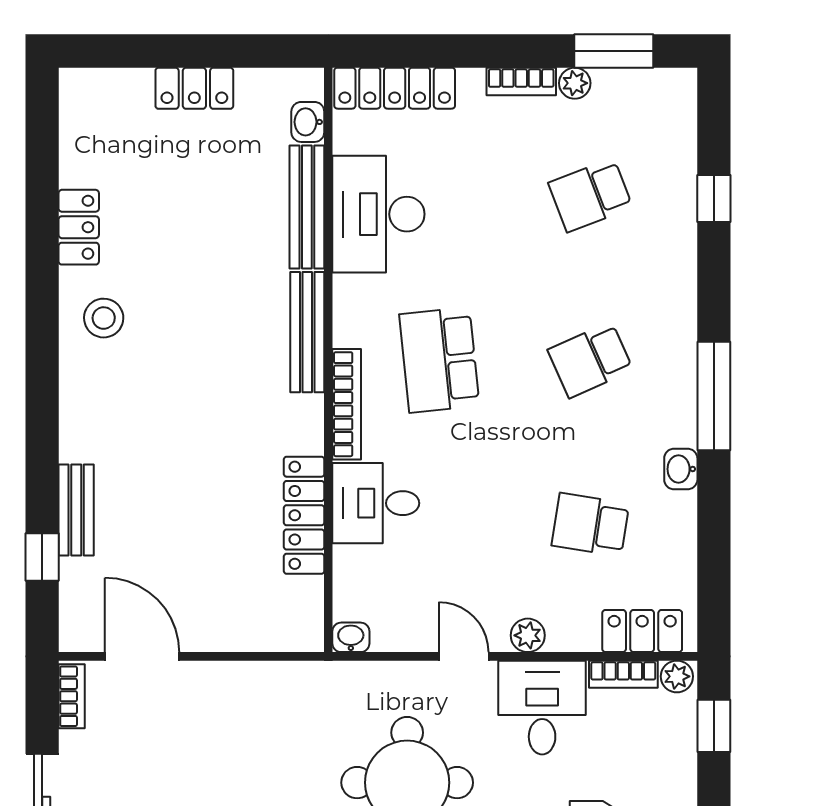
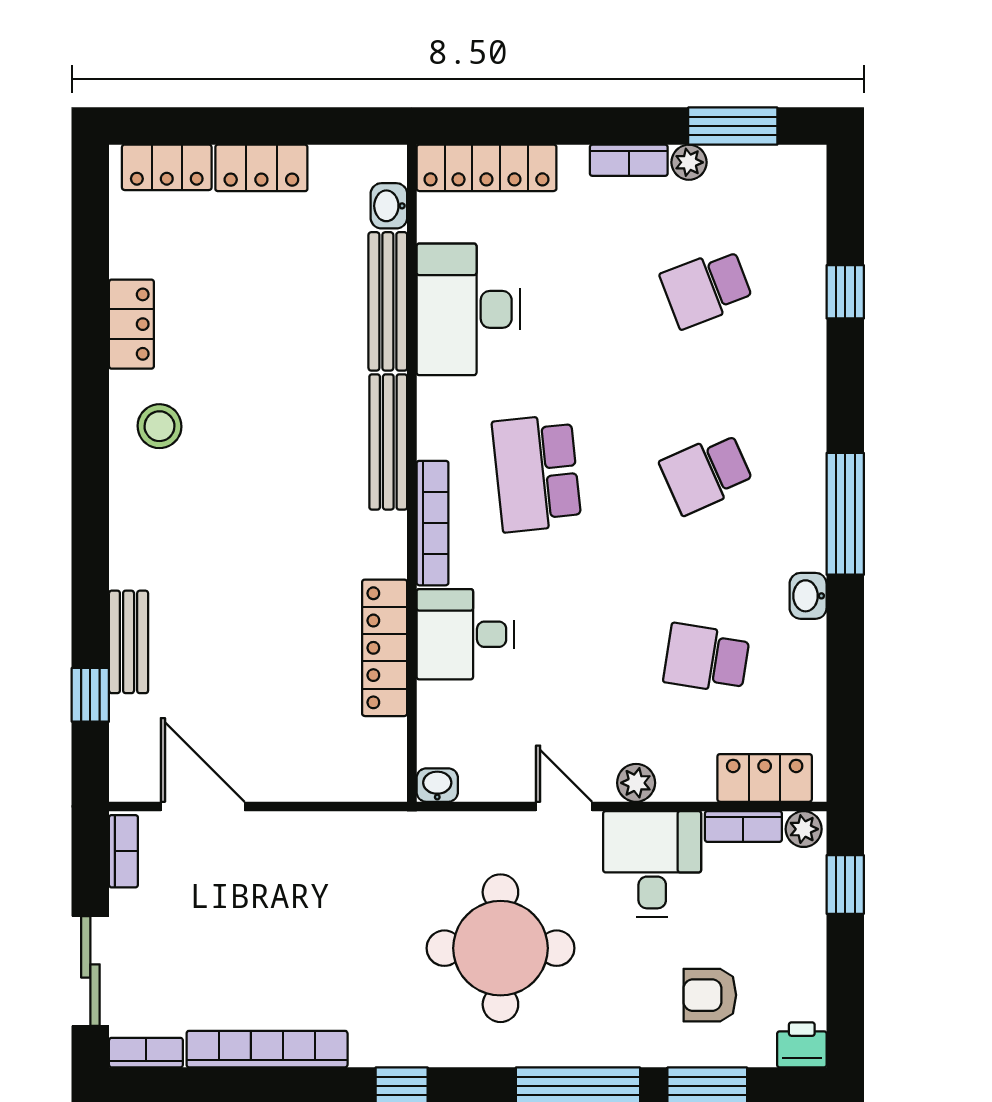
locker: (110, 88) -> (167, 167), added

